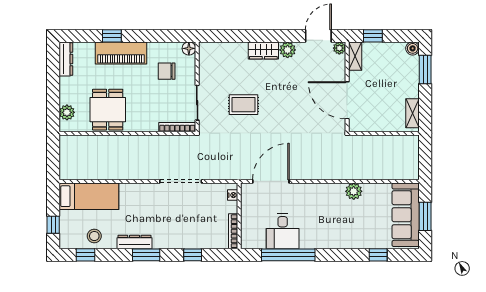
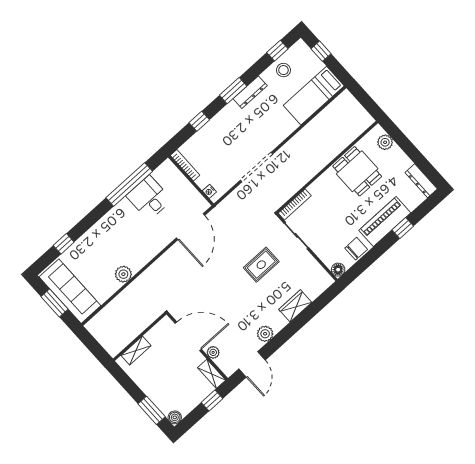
plant: (339, 48) -> (213, 352), moved
wardrobe: (263, 50) -> (295, 306), moved
chair: (167, 71) -> (356, 249), moved
shelving: (413, 113) -> (136, 351), moved, turned 90

